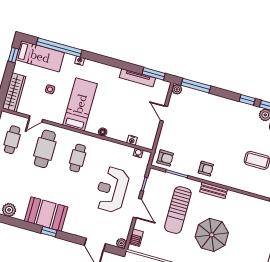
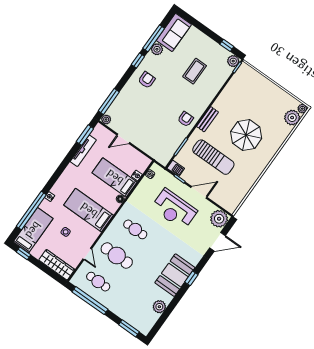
bed: (122, 119) -> (115, 177), added
armchair: (165, 158) -> (147, 80), moved
barbecue: (136, 238) -> (176, 168), moved
plant: (121, 243) -> (219, 219), width x1.88, depth x1.88

